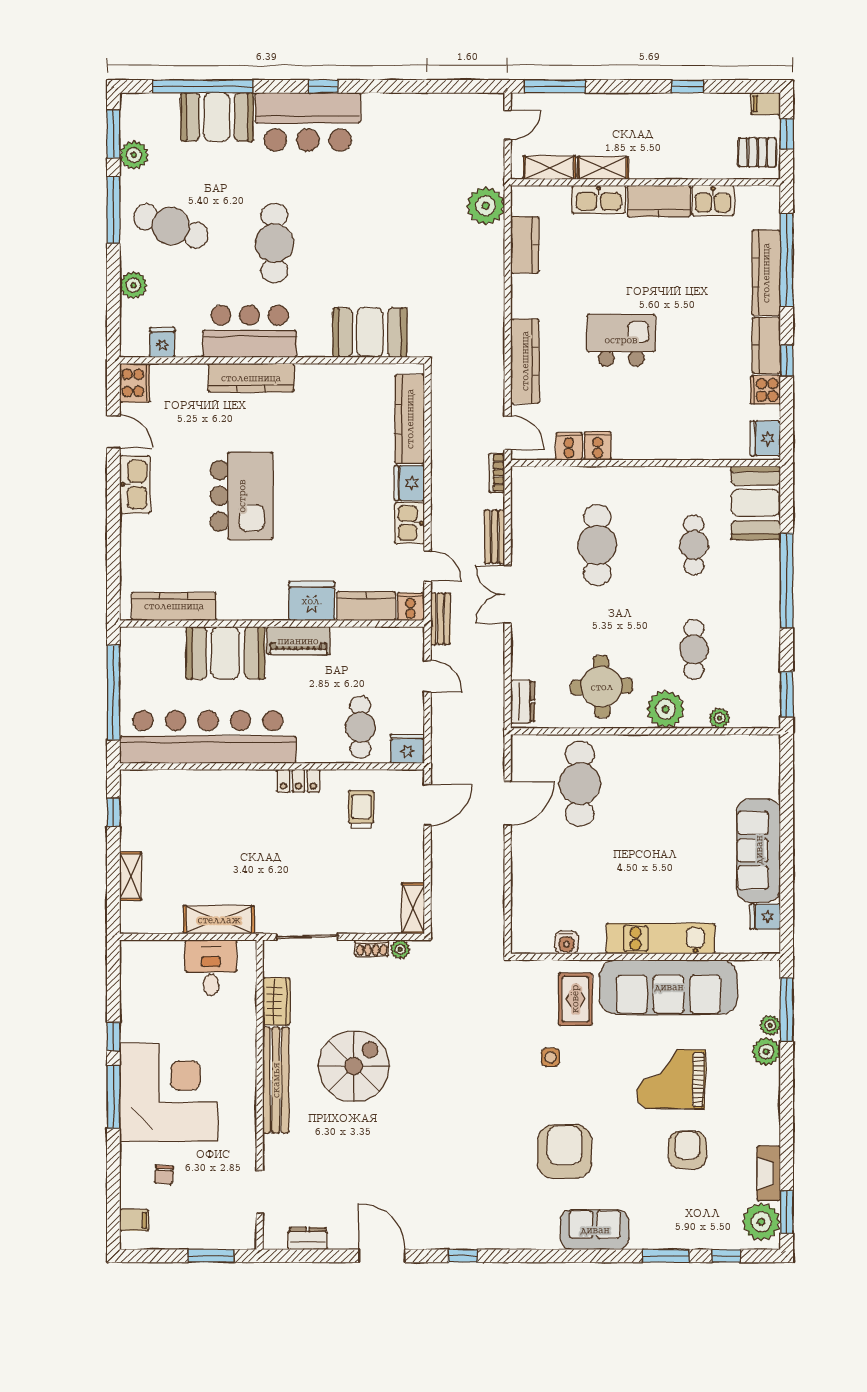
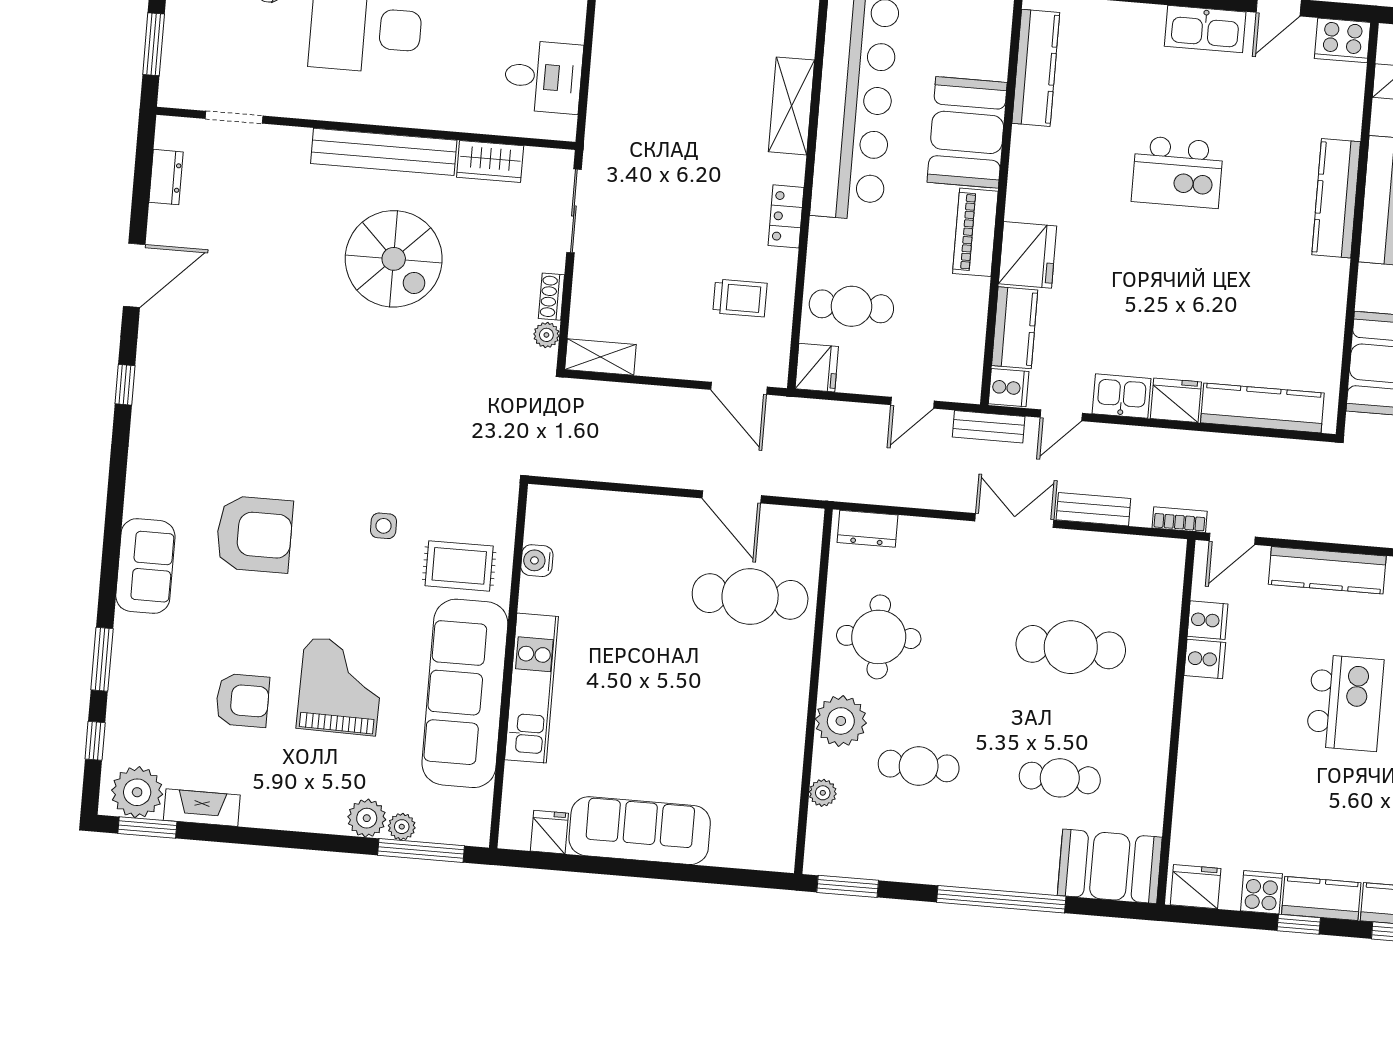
kitchen island: (242, 496) -> (1177, 172), width x0.73, depth x0.78
shelving: (219, 920) -> (792, 106), moved

